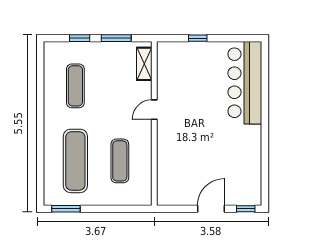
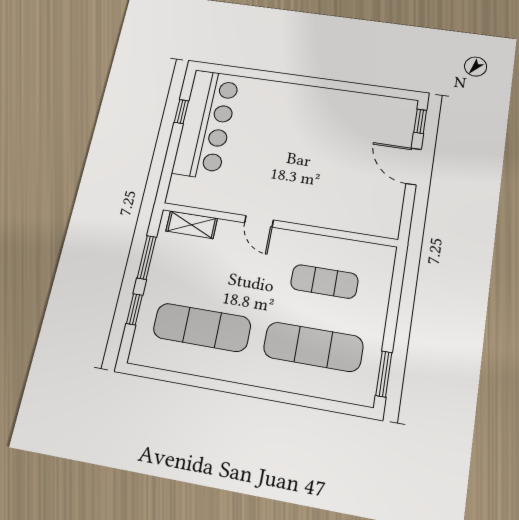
window: (198, 38) -> (181, 112), moved
bar counter: (245, 83) -> (206, 124), moved, turned -90
exercise mat: (75, 86) -> (202, 327), width x1.36, depth x1.45

